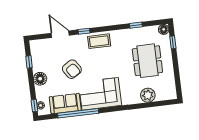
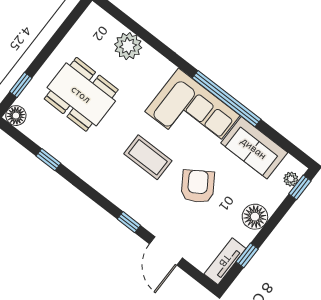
coffee table: (99, 41) -> (148, 157), moved
tv unit: (35, 52) -> (225, 261), added
dining table: (147, 61) -> (81, 94), turned 90
window: (78, 113) -> (227, 99), moved

